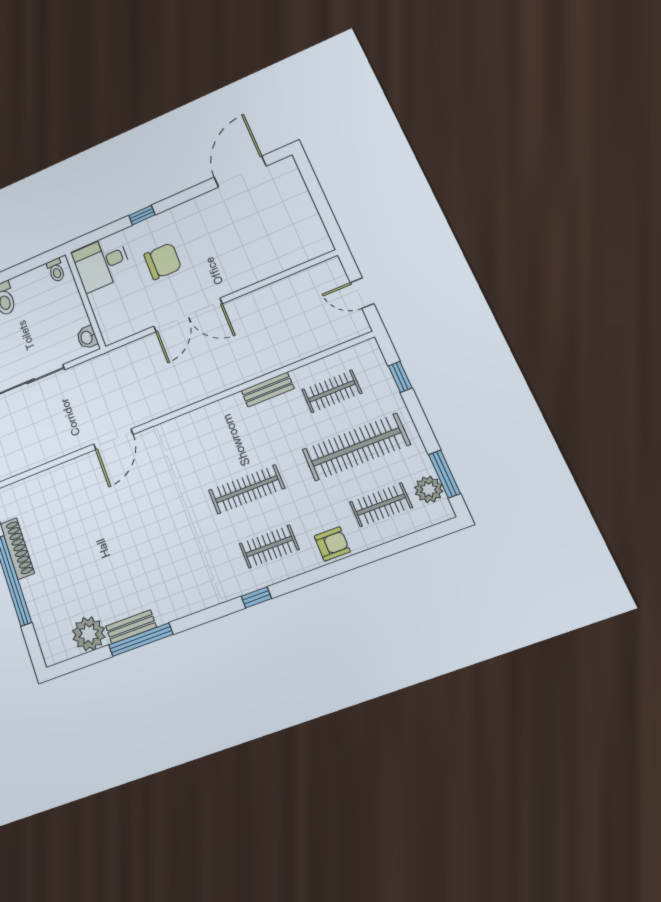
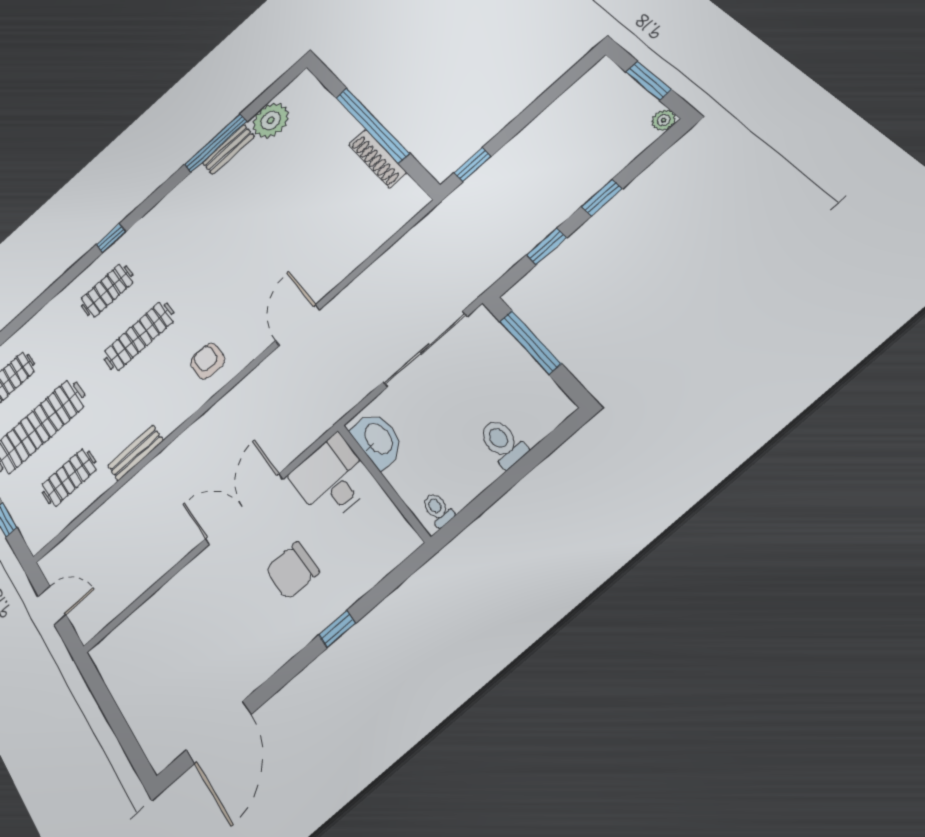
desk: (102, 263) -> (332, 479), moved, turned -90
washbasin: (87, 337) -> (378, 439), width x1.91, depth x1.45
armchair: (332, 544) -> (207, 361), moved, turned 90

